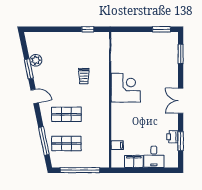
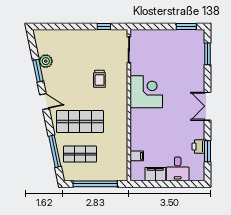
shop shelf: (66, 114) -> (80, 121), width x1.43, depth x1.36

